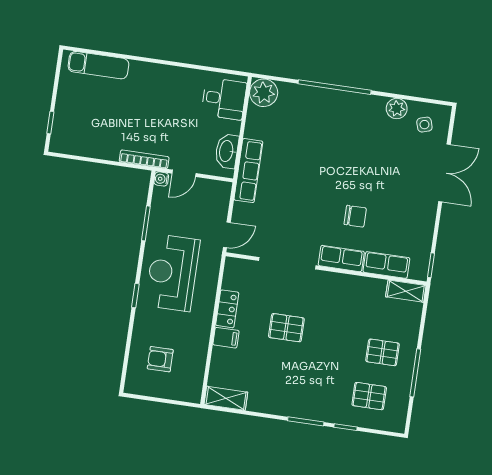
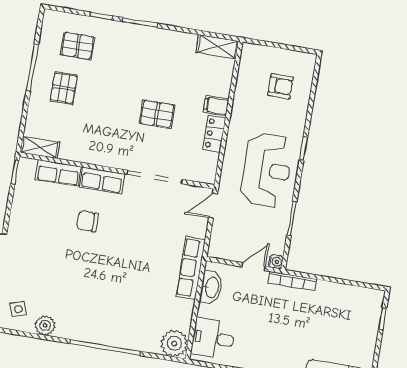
pallet: (383, 352) -> (64, 88), turned 90

